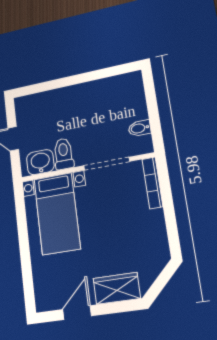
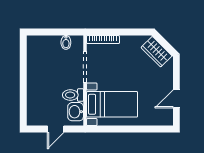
wardrobe: (117, 288) -> (156, 52), moved, turned -45
door: (77, 313) -> (176, 99), hinge flipped

